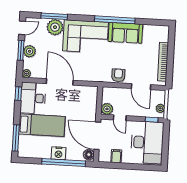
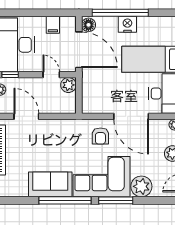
window: (54, 16) -> (116, 200), moved
armchair: (118, 75) -> (100, 136), moved

